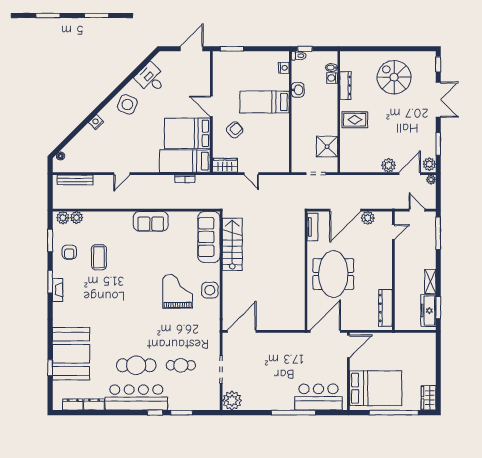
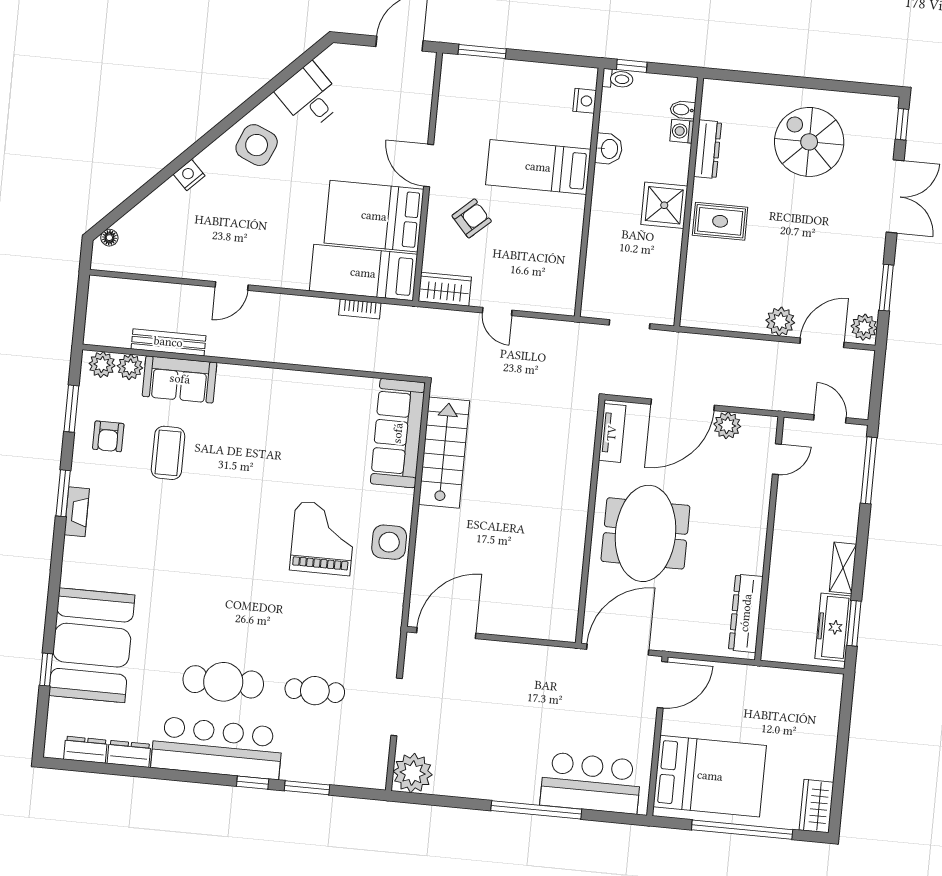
shower: (327, 147) -> (664, 205), moved
bench: (75, 180) -> (168, 342), moved
plant: (431, 180) -> (865, 359), removed
sofa: (151, 221) -> (180, 379), moved

